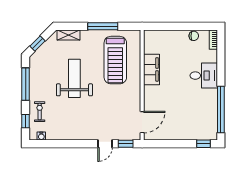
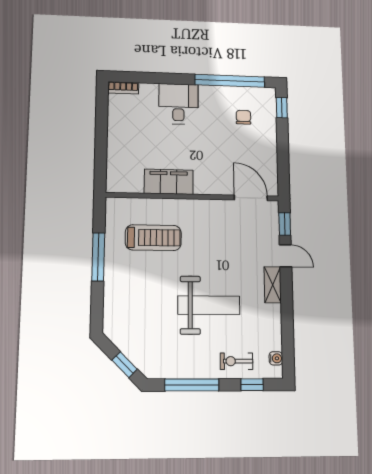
shelving: (68, 35) -> (273, 285), moved
chair: (194, 36) -> (243, 117), moved
treadmill: (115, 60) -> (153, 238), width x0.73, depth x0.73
weight bench: (74, 78) -> (209, 305), moved, turned 180

